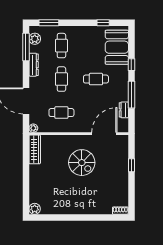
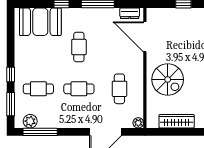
window: (103, 23) -> (11, 75), moved
dresser: (34, 65) -> (62, 123), removed
dresser: (124, 110) -> (130, 13), moved
wardrobe: (35, 149) -> (177, 121), moved
spiral stairs: (82, 163) -> (168, 80), moved, turned 90

